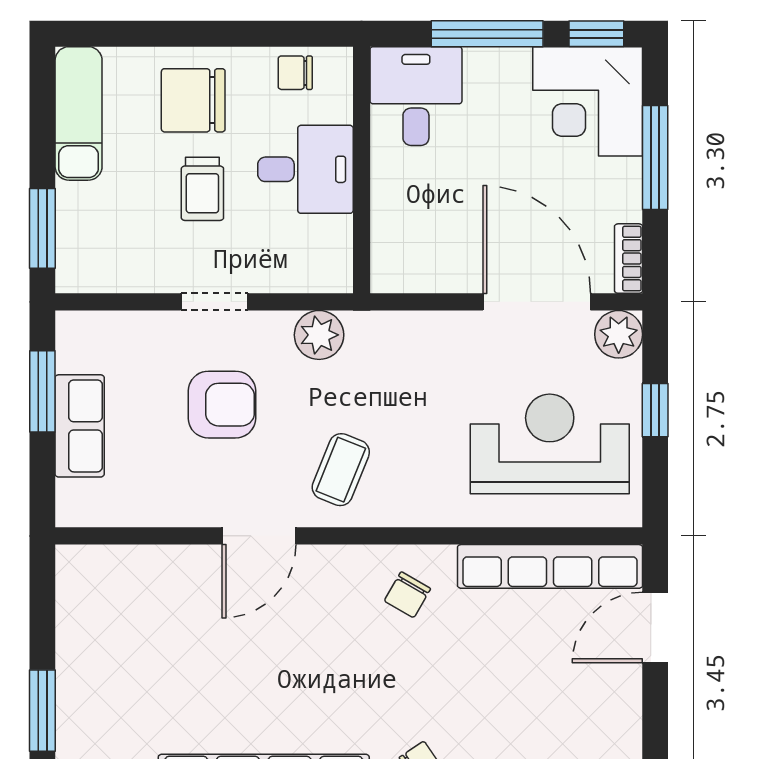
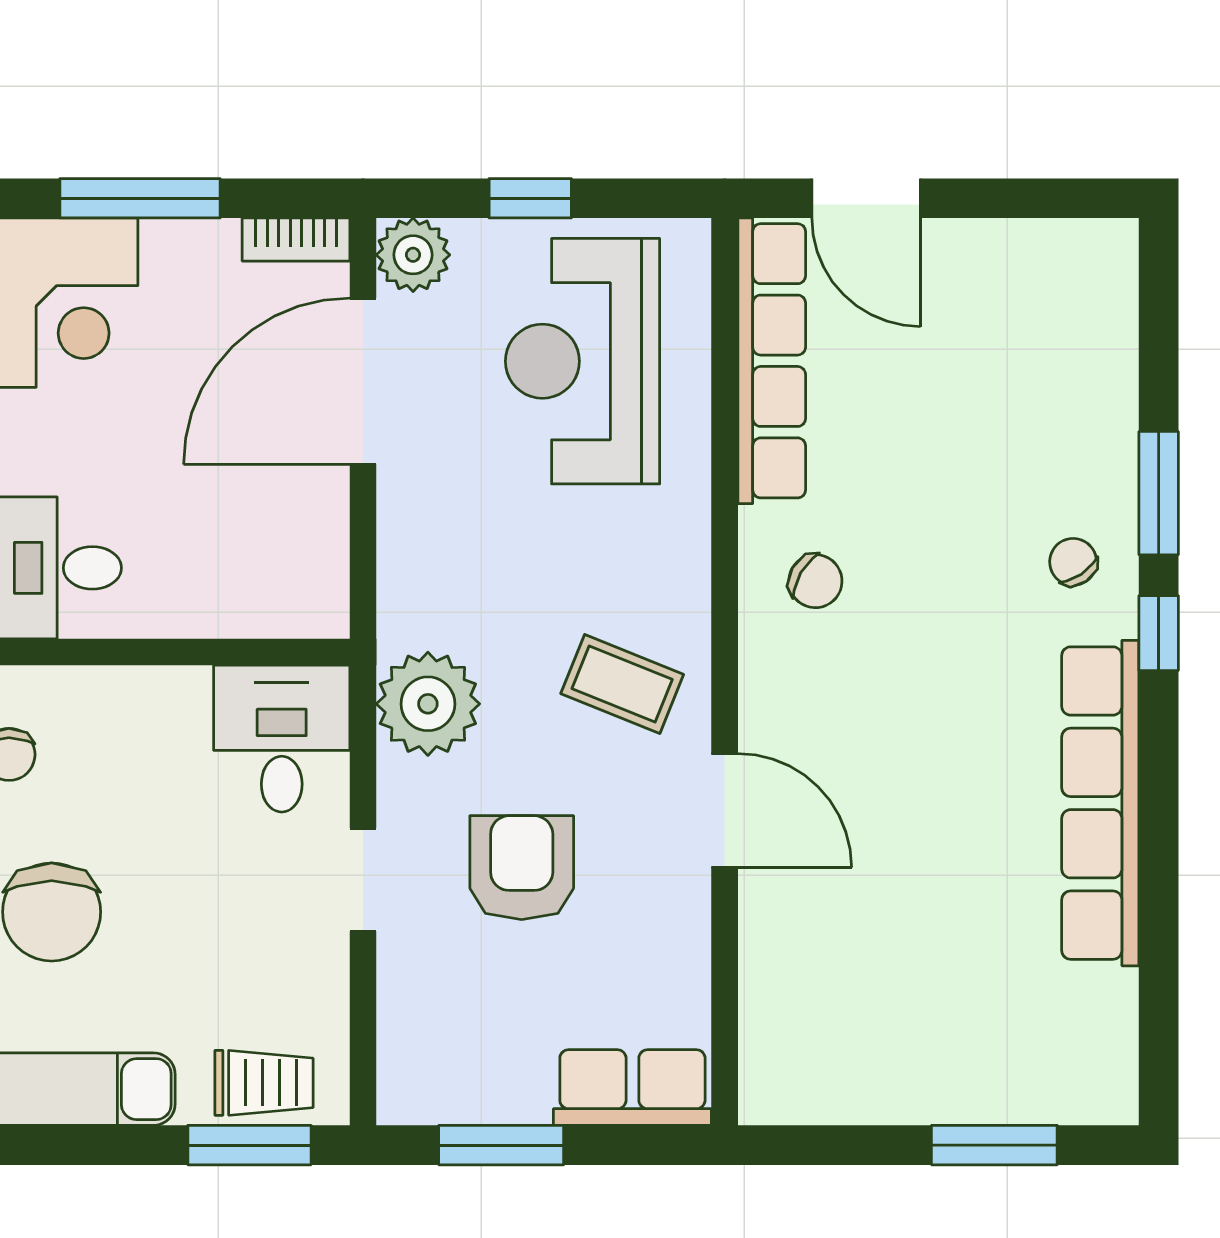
desk: (305, 169) -> (282, 739), moved
trolley: (202, 189) -> (264, 1083), moved
plant: (319, 335) -> (428, 704), width x1.36, depth x1.36
row of seats: (80, 426) -> (632, 1088), moved

